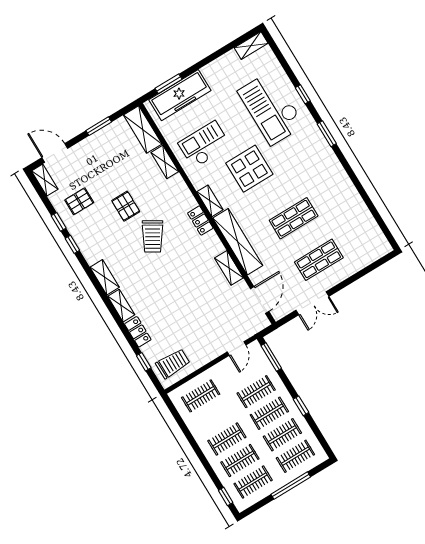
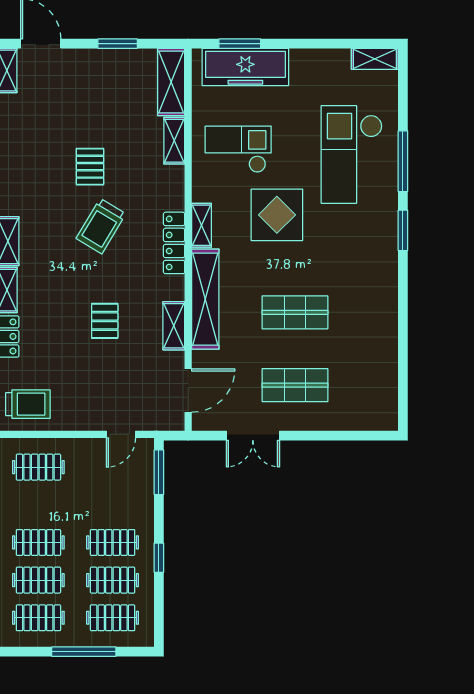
window: (303, 94) -> (403, 161), width x2.17
pallet: (79, 201) -> (105, 321), moved, turned 90
locker: (200, 221) -> (174, 243), width x1.53
clothes rail: (256, 392) -> (113, 505), removed

